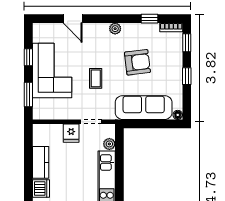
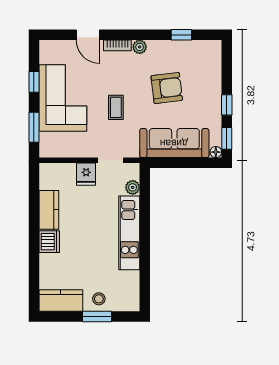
bookcase: (171, 27) -> (117, 45), moved
window: (187, 43) -> (227, 138), moved

